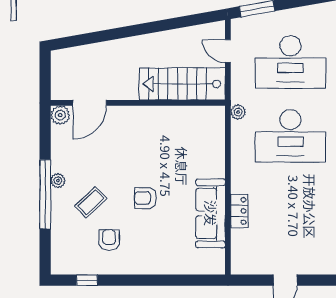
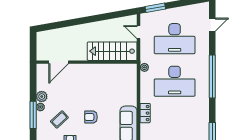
plant: (60, 115) -> (42, 97), moved
window: (45, 194) -> (33, 115), width x0.68
locker: (239, 211) -> (145, 113), moved

